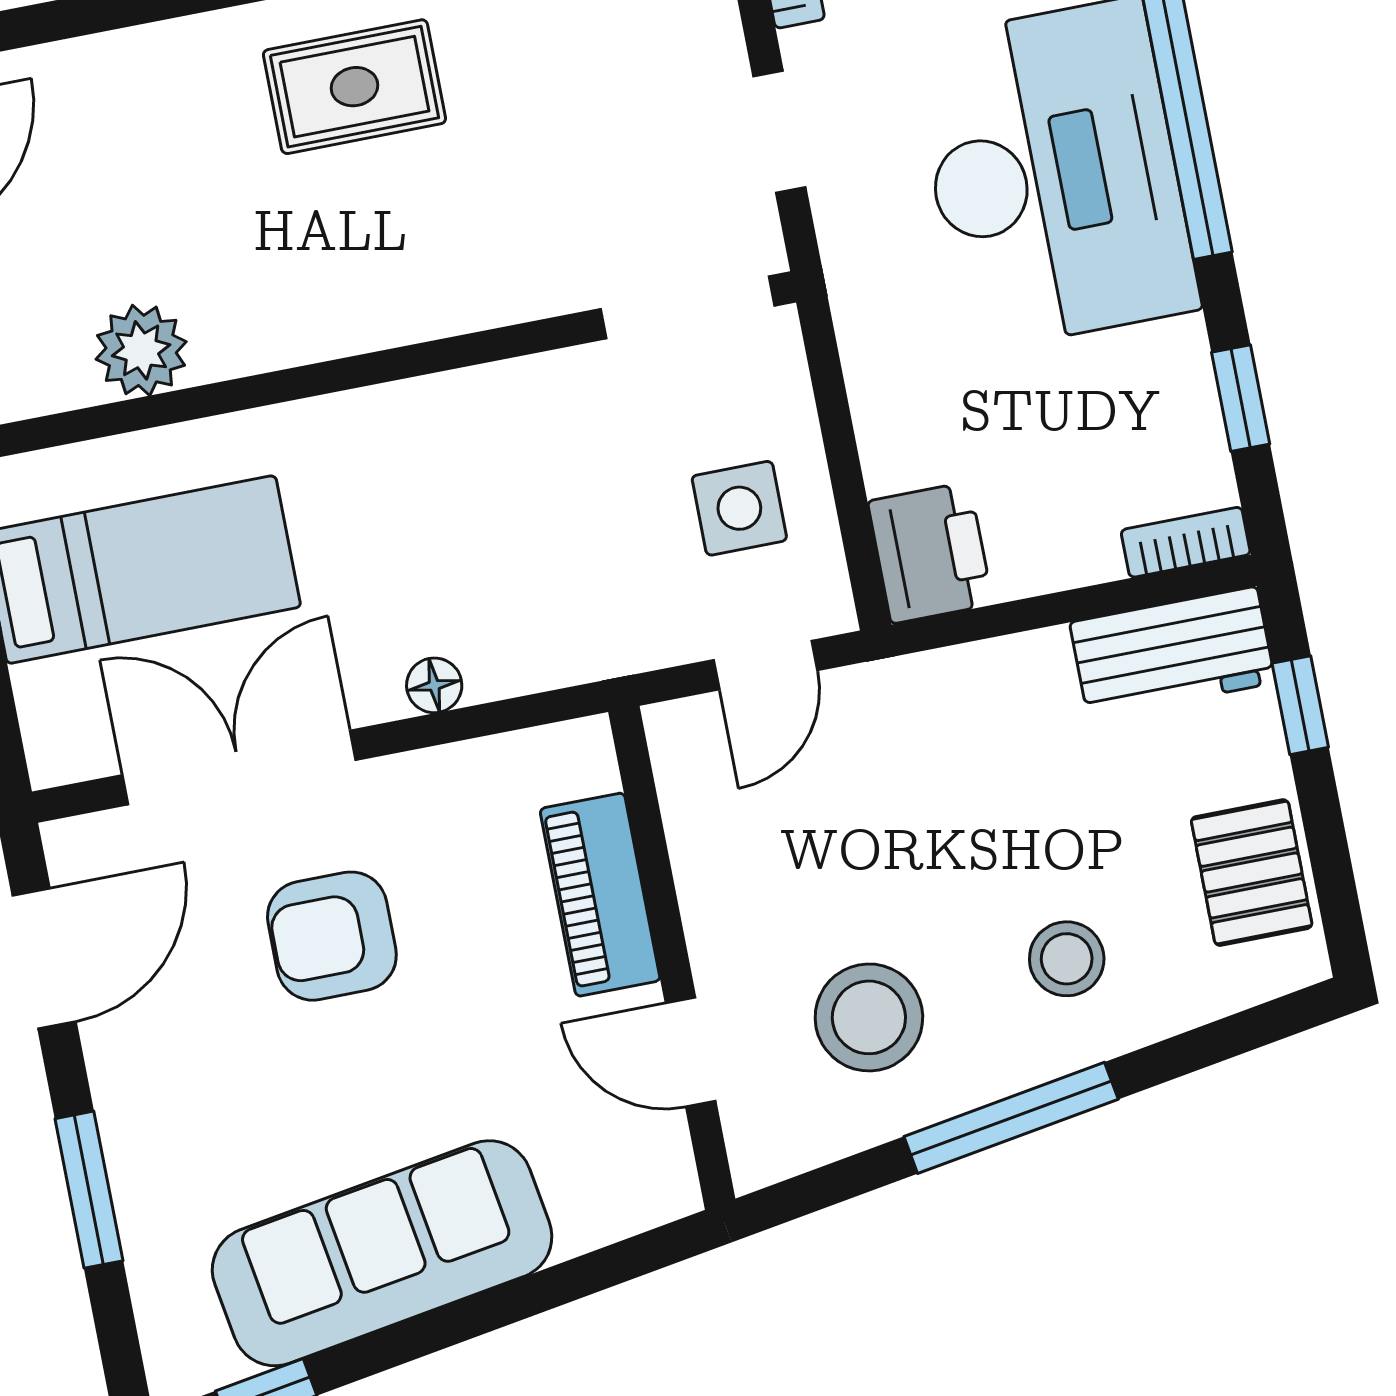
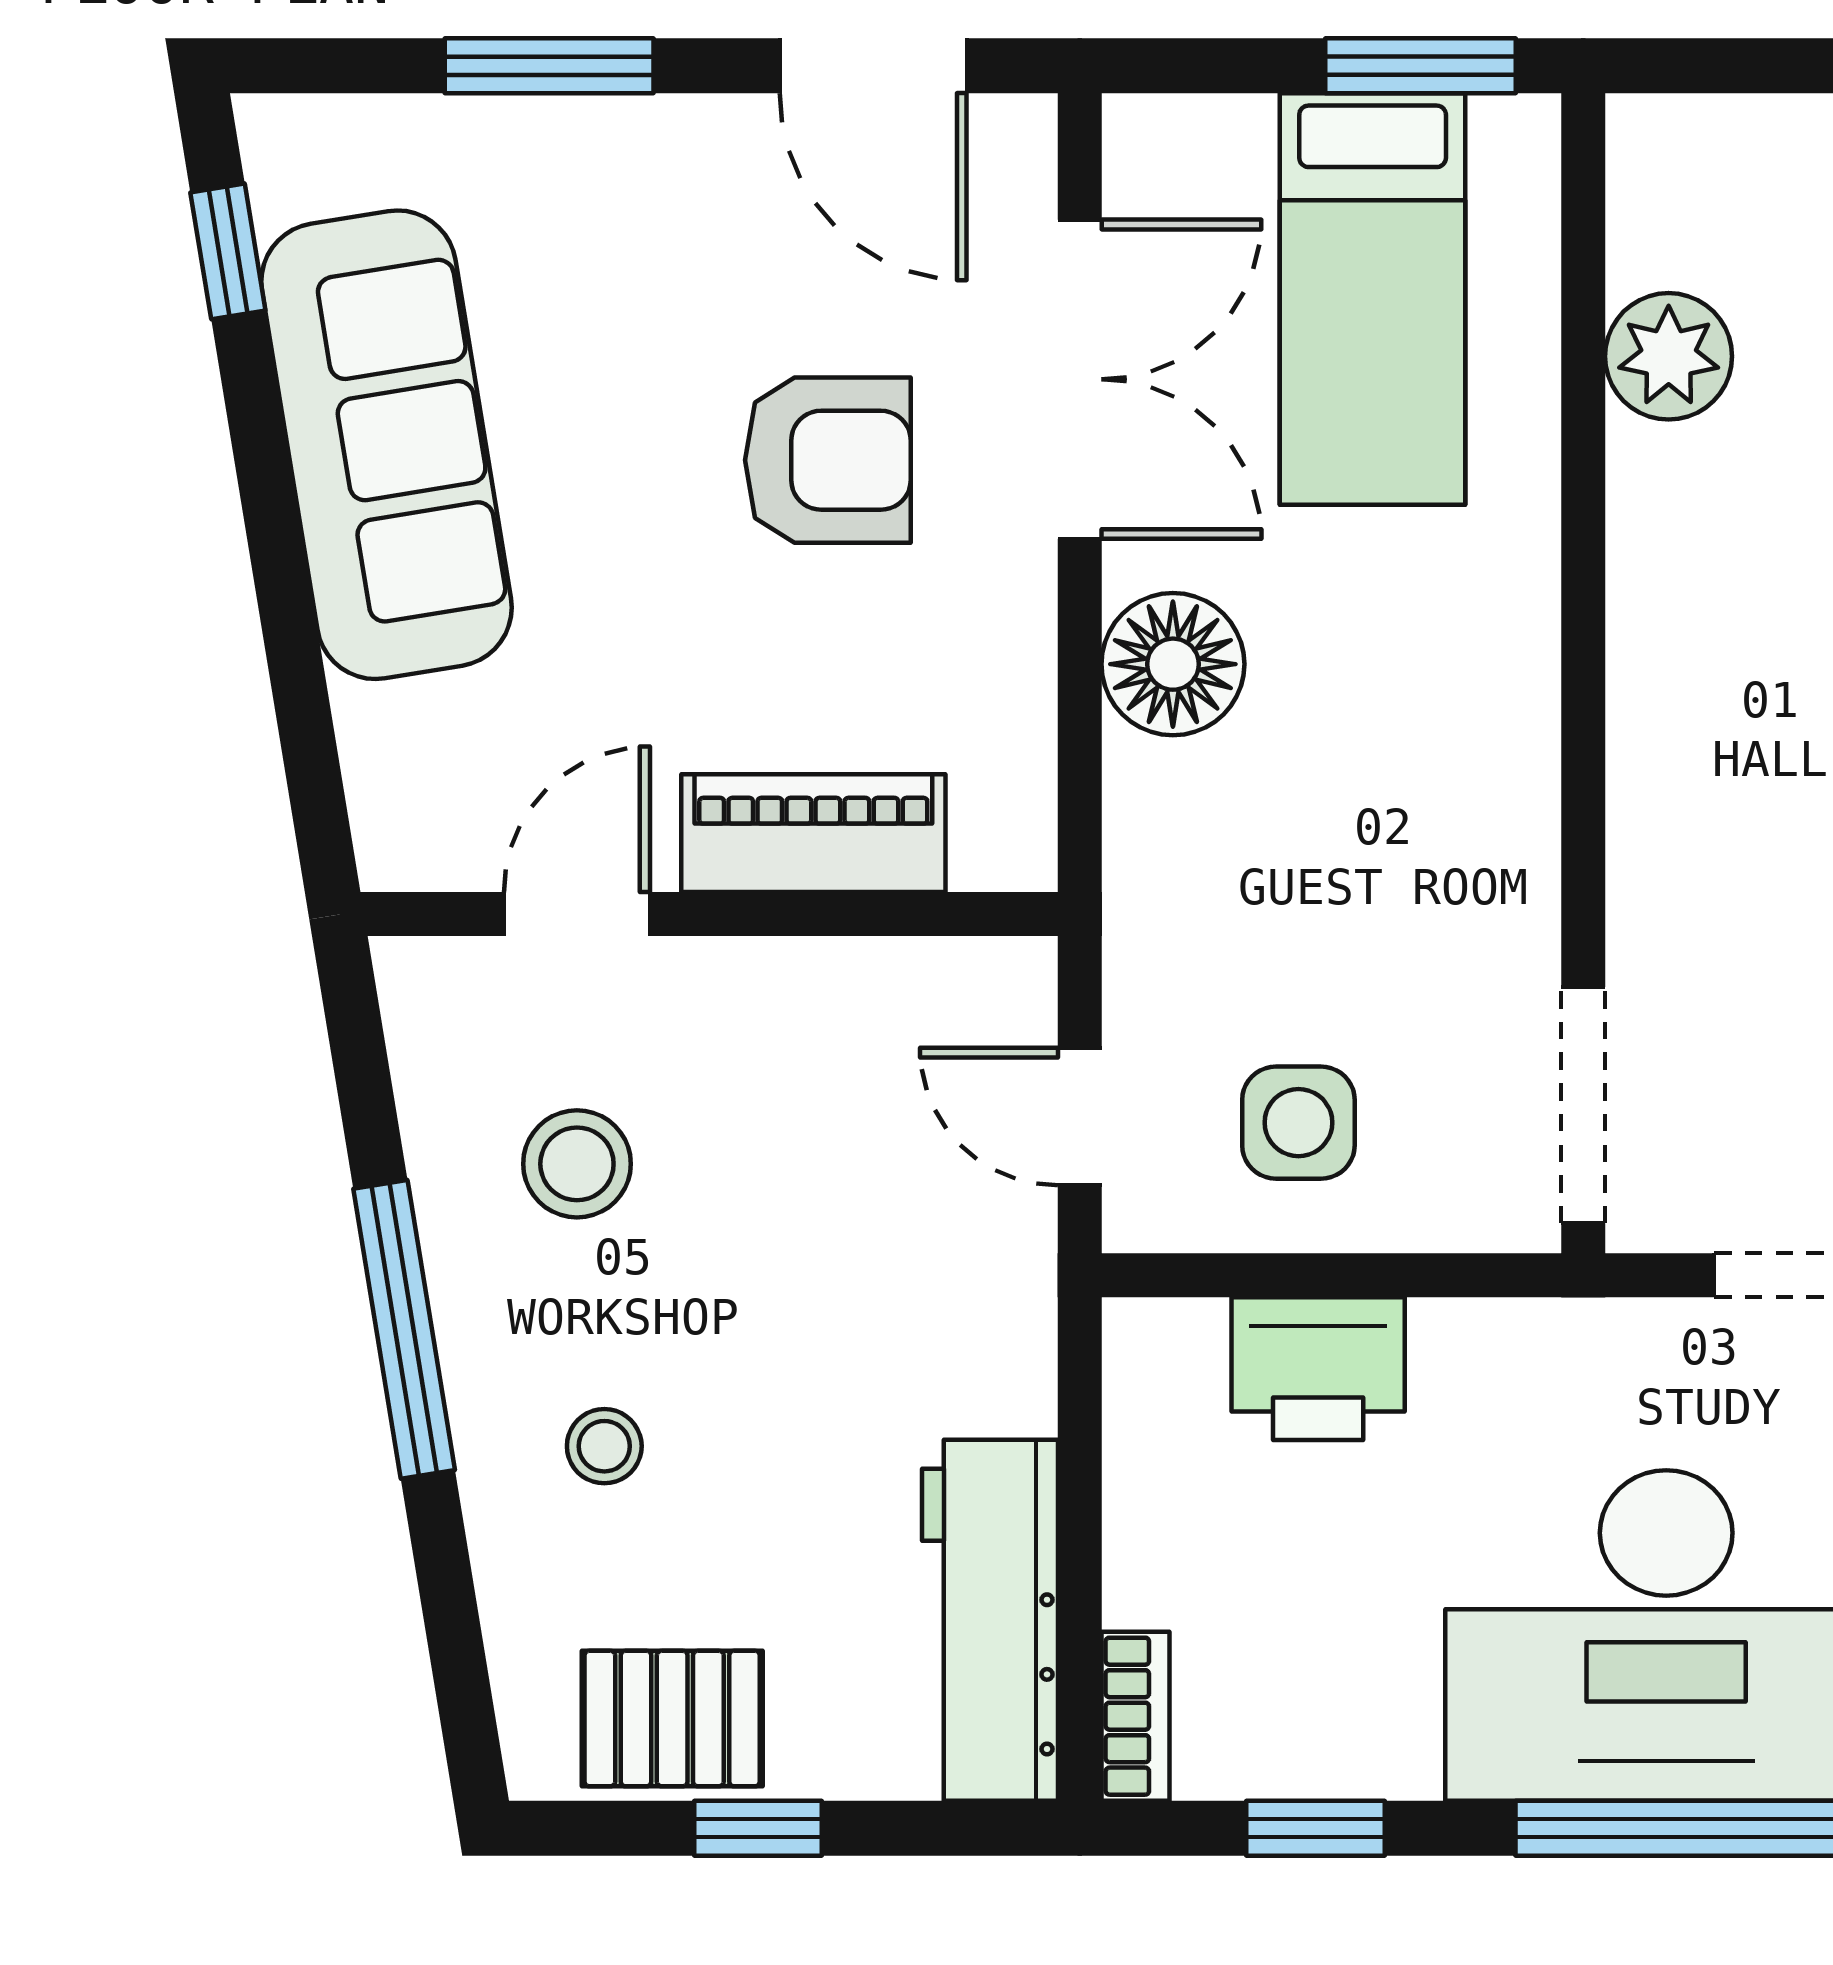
printer: (930, 553) -> (1318, 1369), moved
workbench: (1173, 653) -> (990, 1620), width x1.38
floor lamp: (434, 685) -> (1173, 664), width x1.89, depth x1.89
window: (1300, 705) -> (758, 1828), moved
armchair: (332, 936) -> (828, 460), turned 90
stool: (1067, 959) -> (604, 1446), width x0.73, depth x0.73
stool: (869, 1017) -> (577, 1164), width x0.73, depth x0.73

